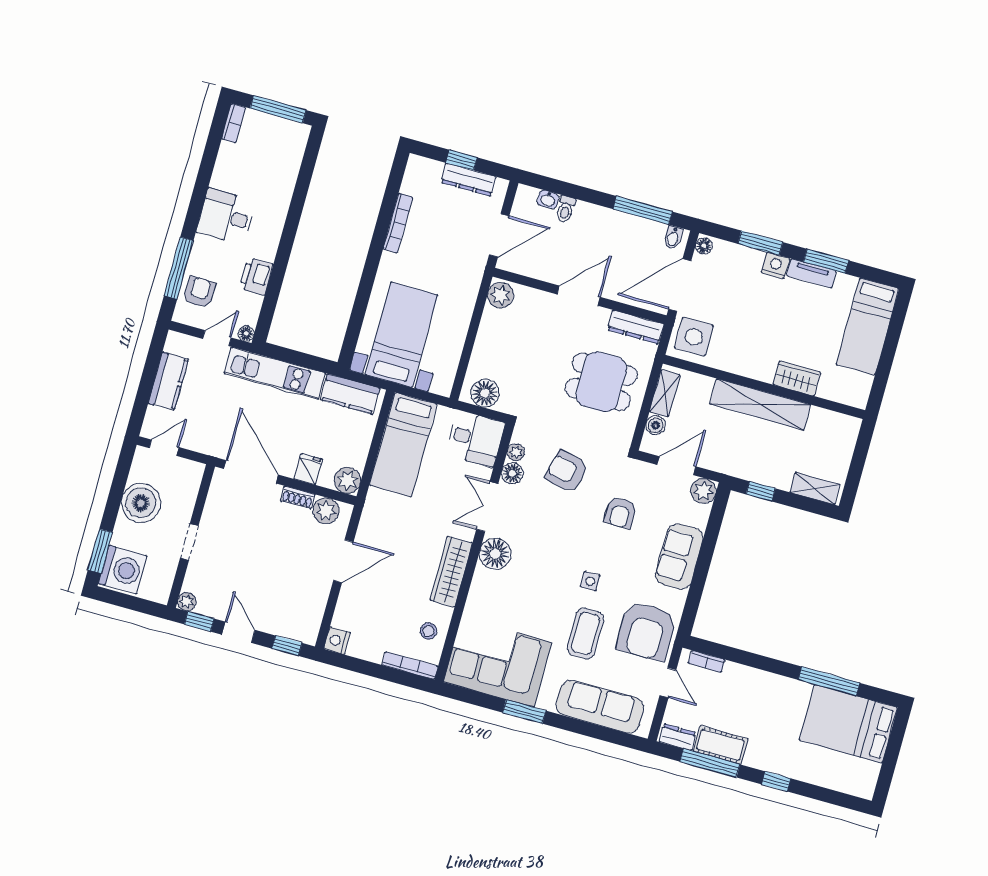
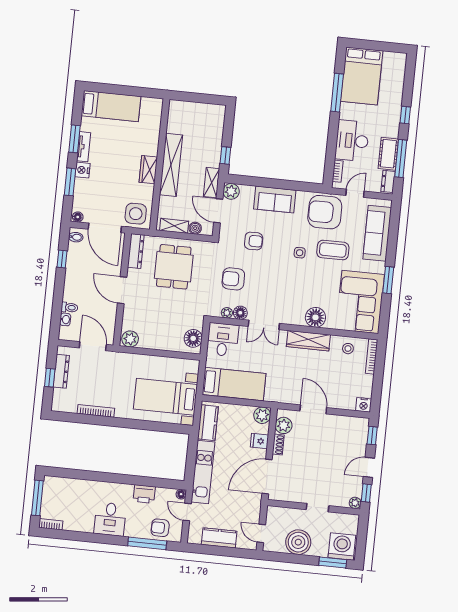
window: (643, 210) -> (62, 259), width x0.46
wardrobe: (797, 378) -> (148, 170), moved
armchair: (567, 471) -> (233, 279), turned 77
shelving: (815, 489) -> (212, 183), moved
floor lamp: (495, 554) -> (315, 317), moved
armchair: (646, 631) -> (325, 212), turned 180
desk: (750, 692) -> (352, 141), added

